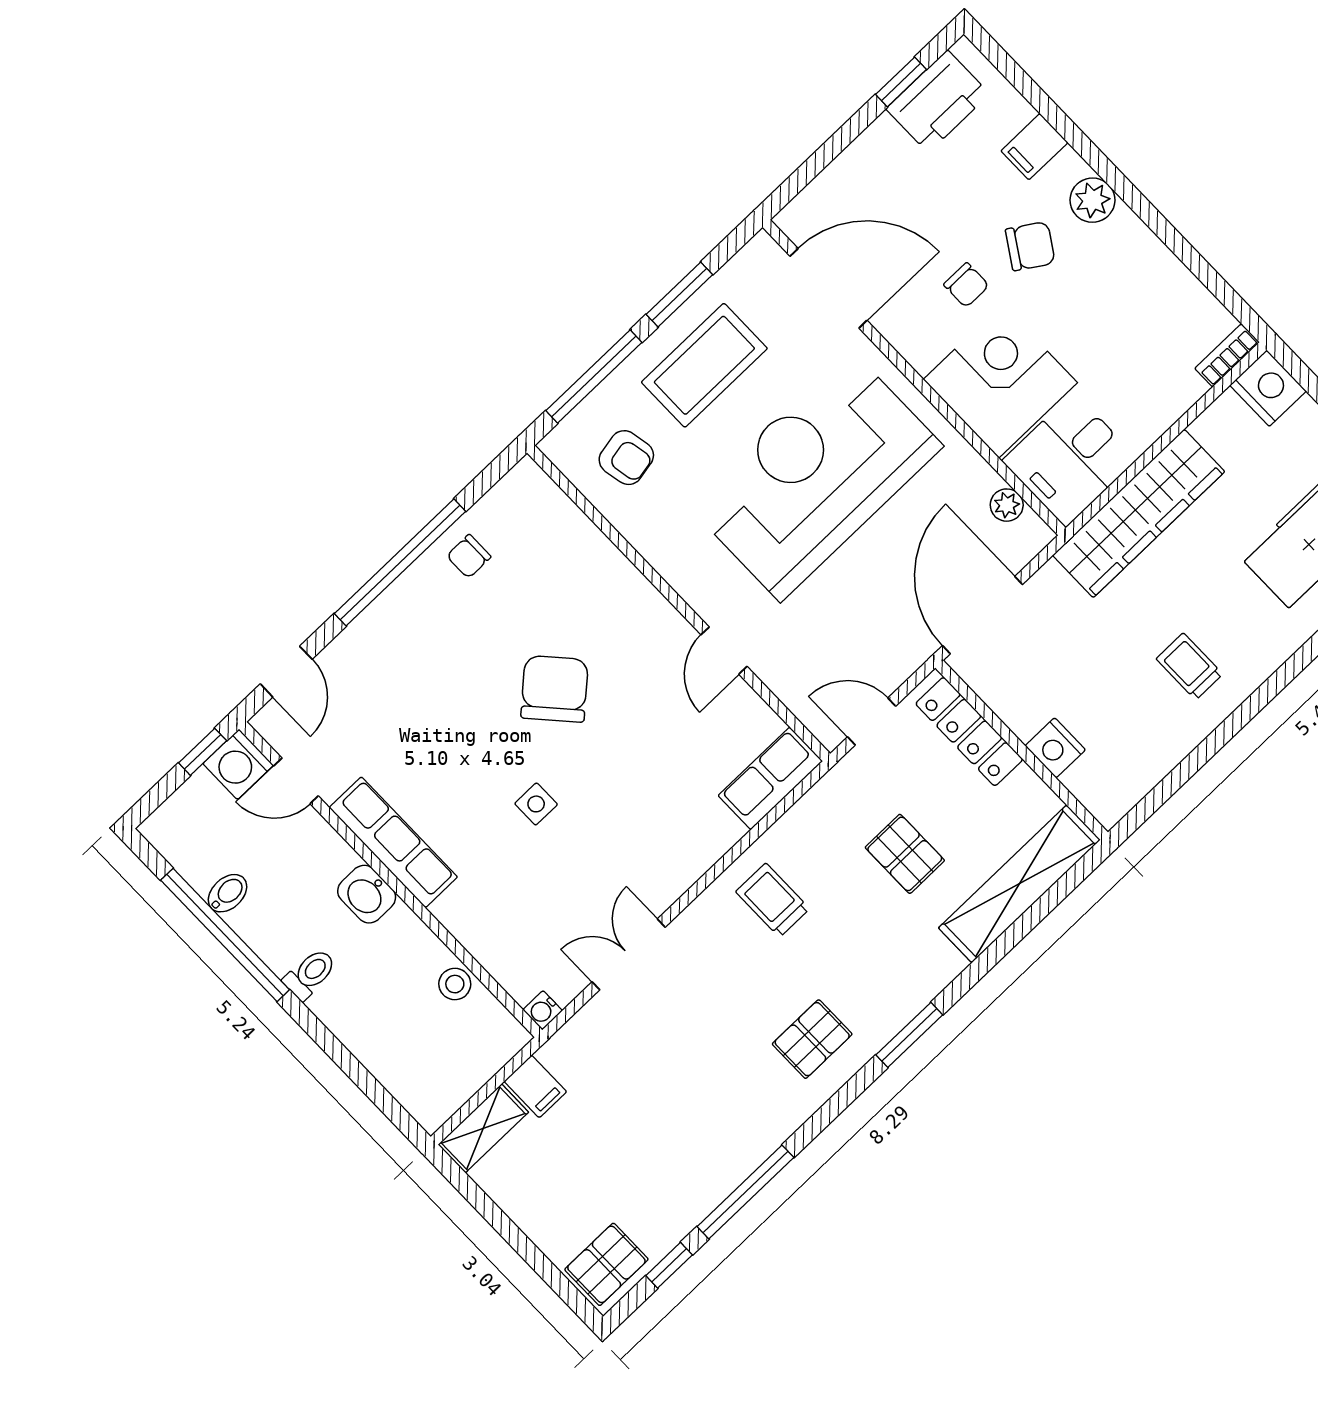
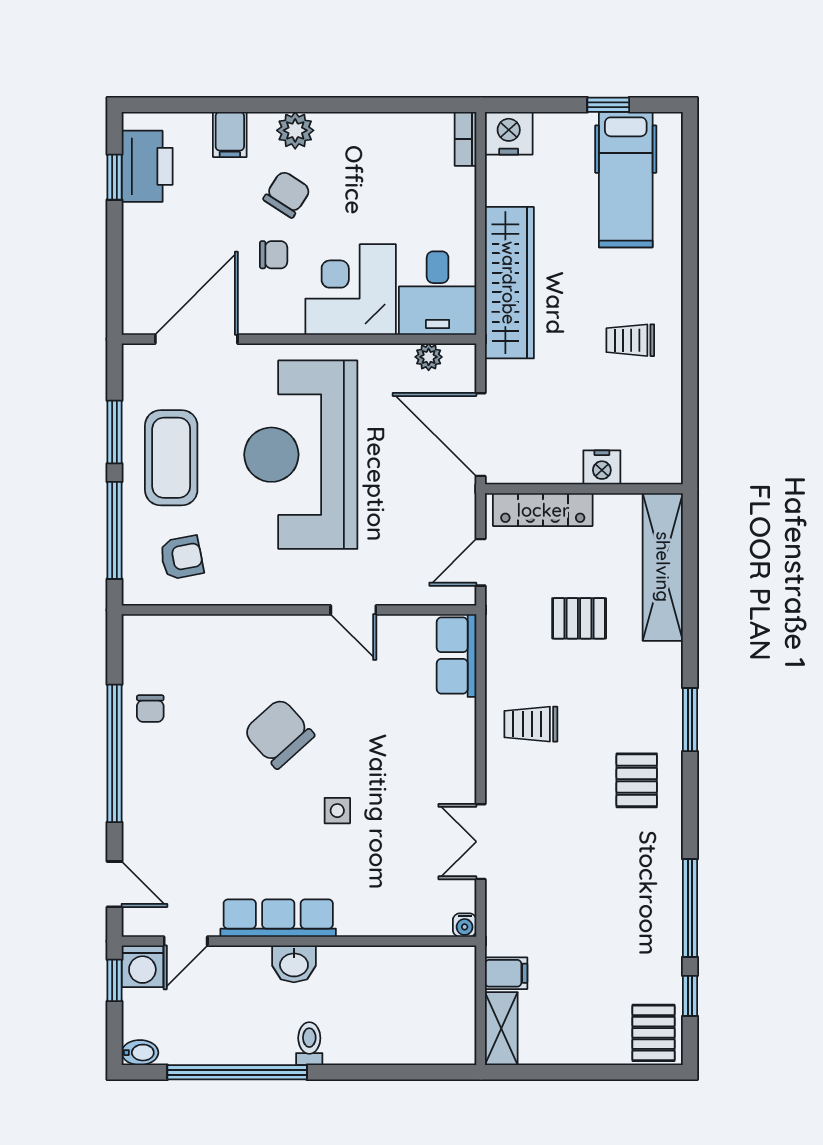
bidet: (228, 893) -> (140, 1053), moved, turned 90
stool: (455, 984) -> (398, 963), removed

